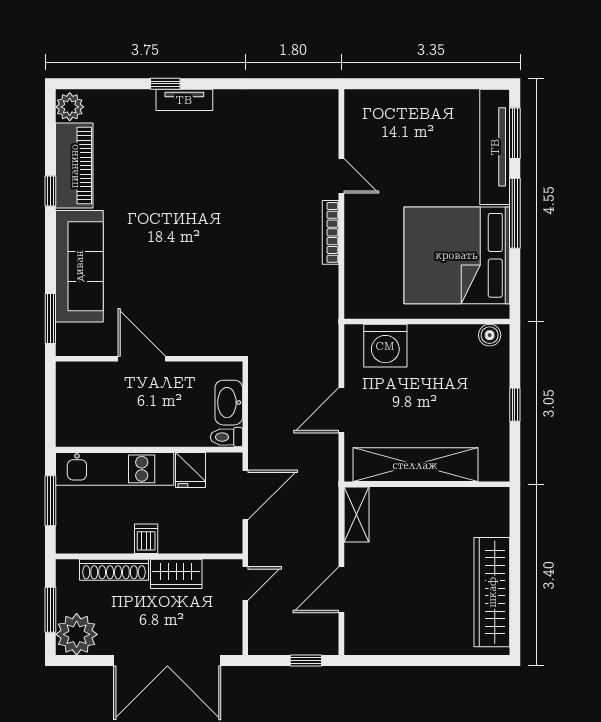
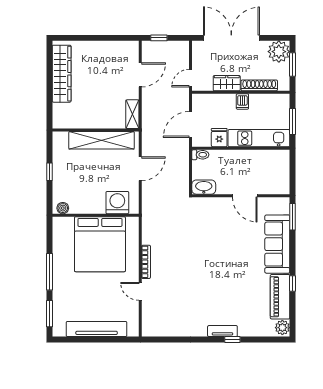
tv unit: (495, 147) -> (97, 329), moved, turned -90
bed: (457, 255) -> (100, 244), moved, turned 90
washbasin: (229, 403) -> (204, 187), moved, turned -90

